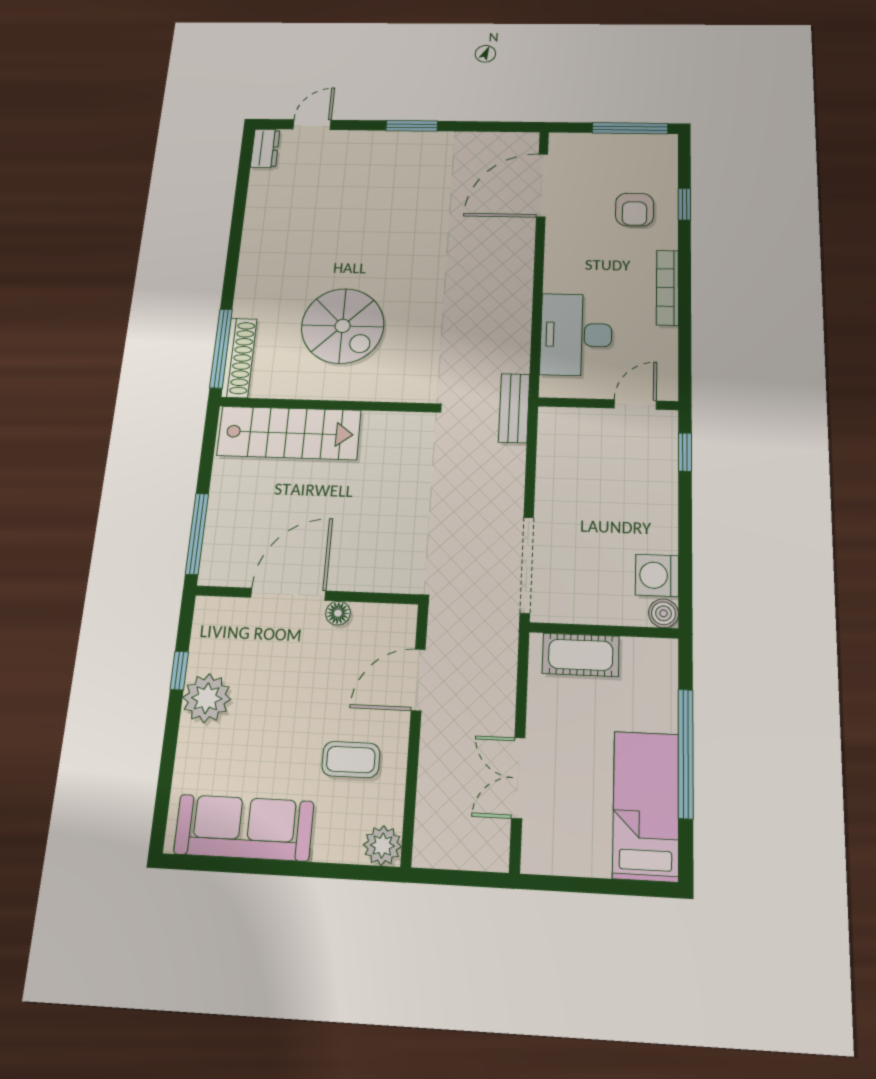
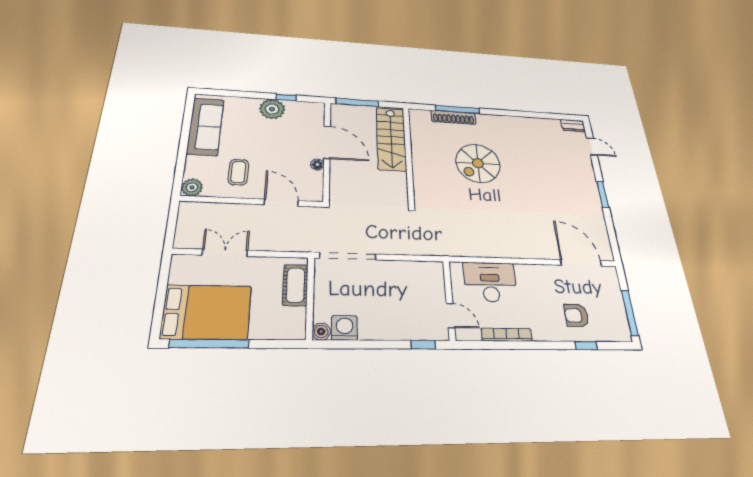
bookcase: (667, 288) -> (507, 335), moved
wall: (325, 405) -> (408, 155), moved
bench: (514, 408) -> (441, 249), removed
stairs: (289, 433) -> (391, 139), moved
window: (686, 753) -> (209, 344), moved
bed: (646, 806) -> (207, 312), width x1.50

